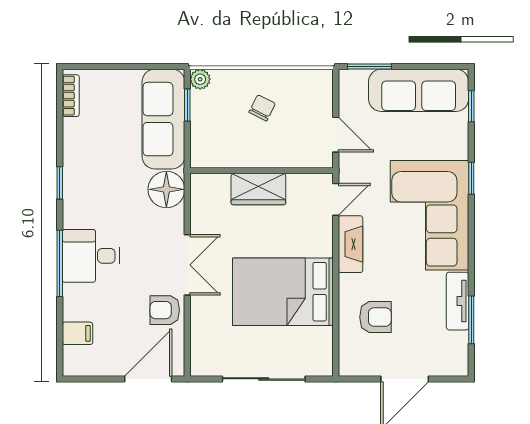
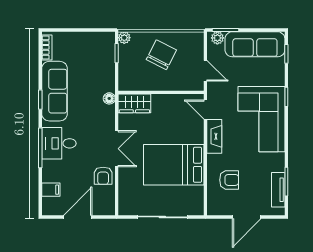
plant: (356, 80) -> (217, 38), added
chair: (262, 108) -> (161, 55), width x1.87, depth x1.87
sofa: (163, 119) -> (55, 91), moved, turned 180
floor lamp: (166, 189) -> (109, 98), width x0.53, depth x0.53
wardrobe: (258, 189) -> (134, 103), moved
door: (336, 199) -> (205, 110), swing flipped
tv unit: (458, 301) -> (278, 190), moved
armchair: (165, 310) -> (103, 176), turned -90
door: (148, 379) -> (78, 217), moved

